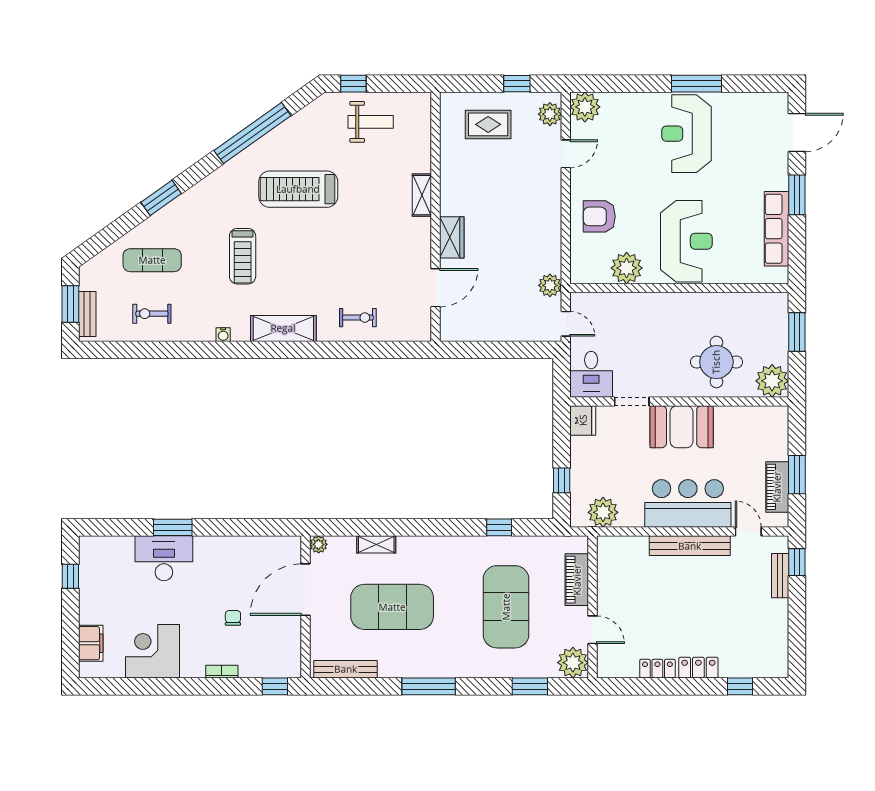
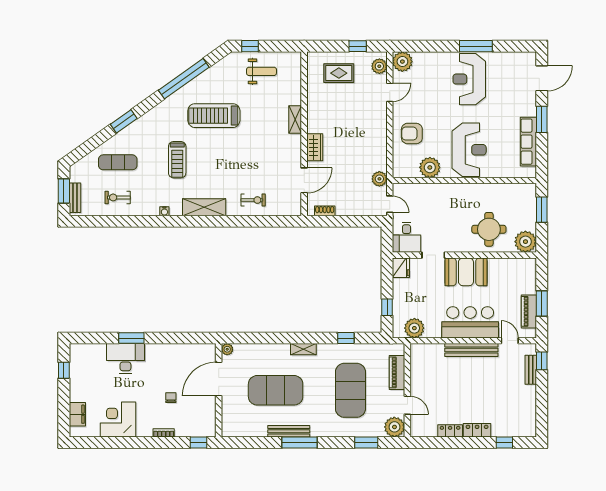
shoe rack: (467, 334) -> (325, 211), added
shelving: (376, 544) -> (303, 349), moved
bench: (346, 669) -> (289, 431), moved

